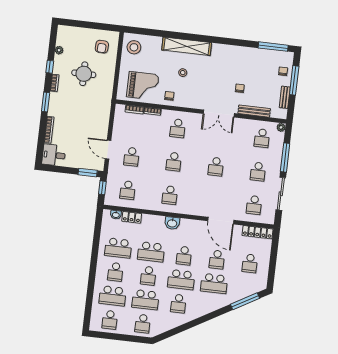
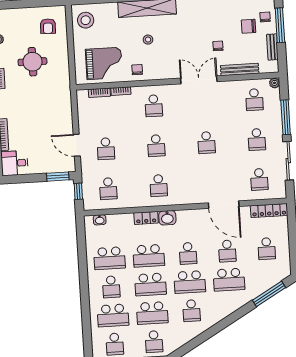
chair: (268, 77) -> (249, 26), added
double door: (219, 114) -> (199, 80), swing flipped
locker: (132, 217) -> (146, 218), moved
school desk: (148, 276) -> (150, 284), width x1.85

